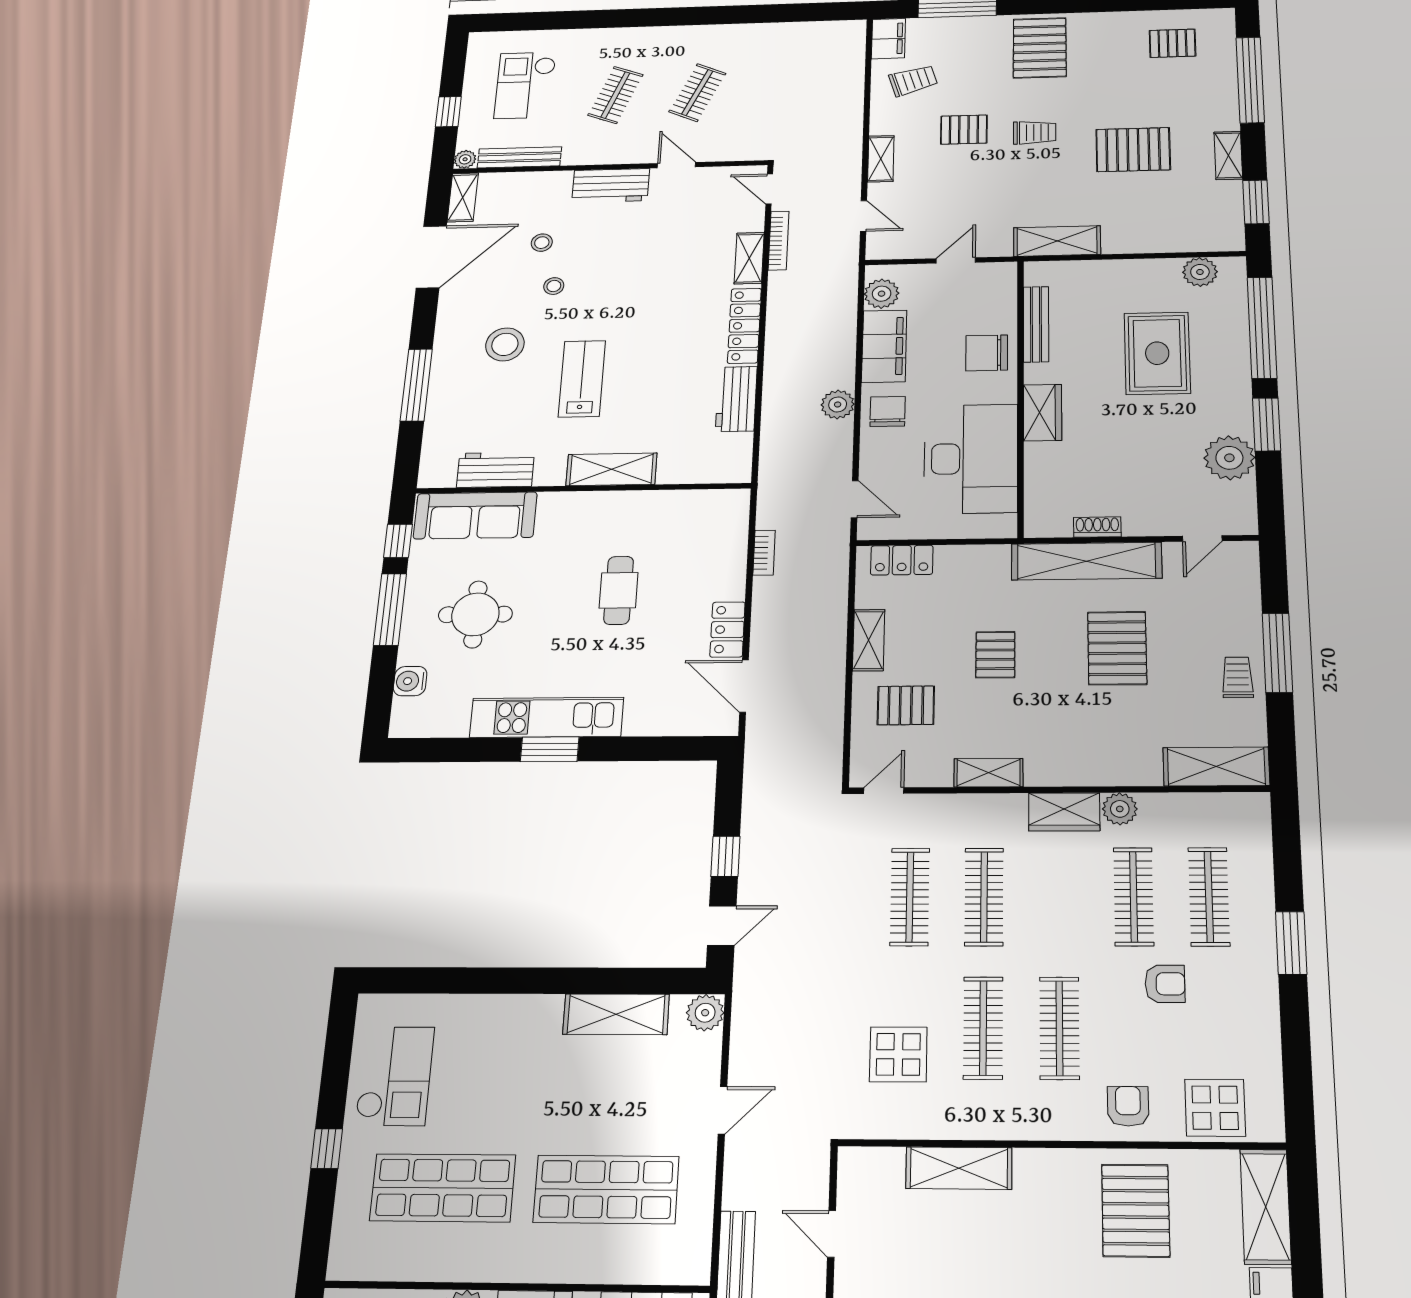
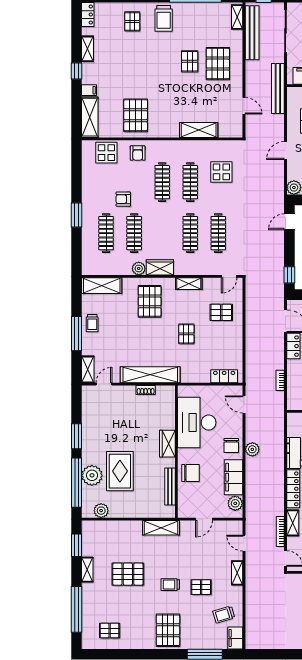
plant: (1229, 458) -> (92, 475), moved
shelving: (869, 640) -> (88, 369), moved
pallet: (1117, 648) -> (150, 301), moved
window: (725, 856) -> (289, 275), moved

